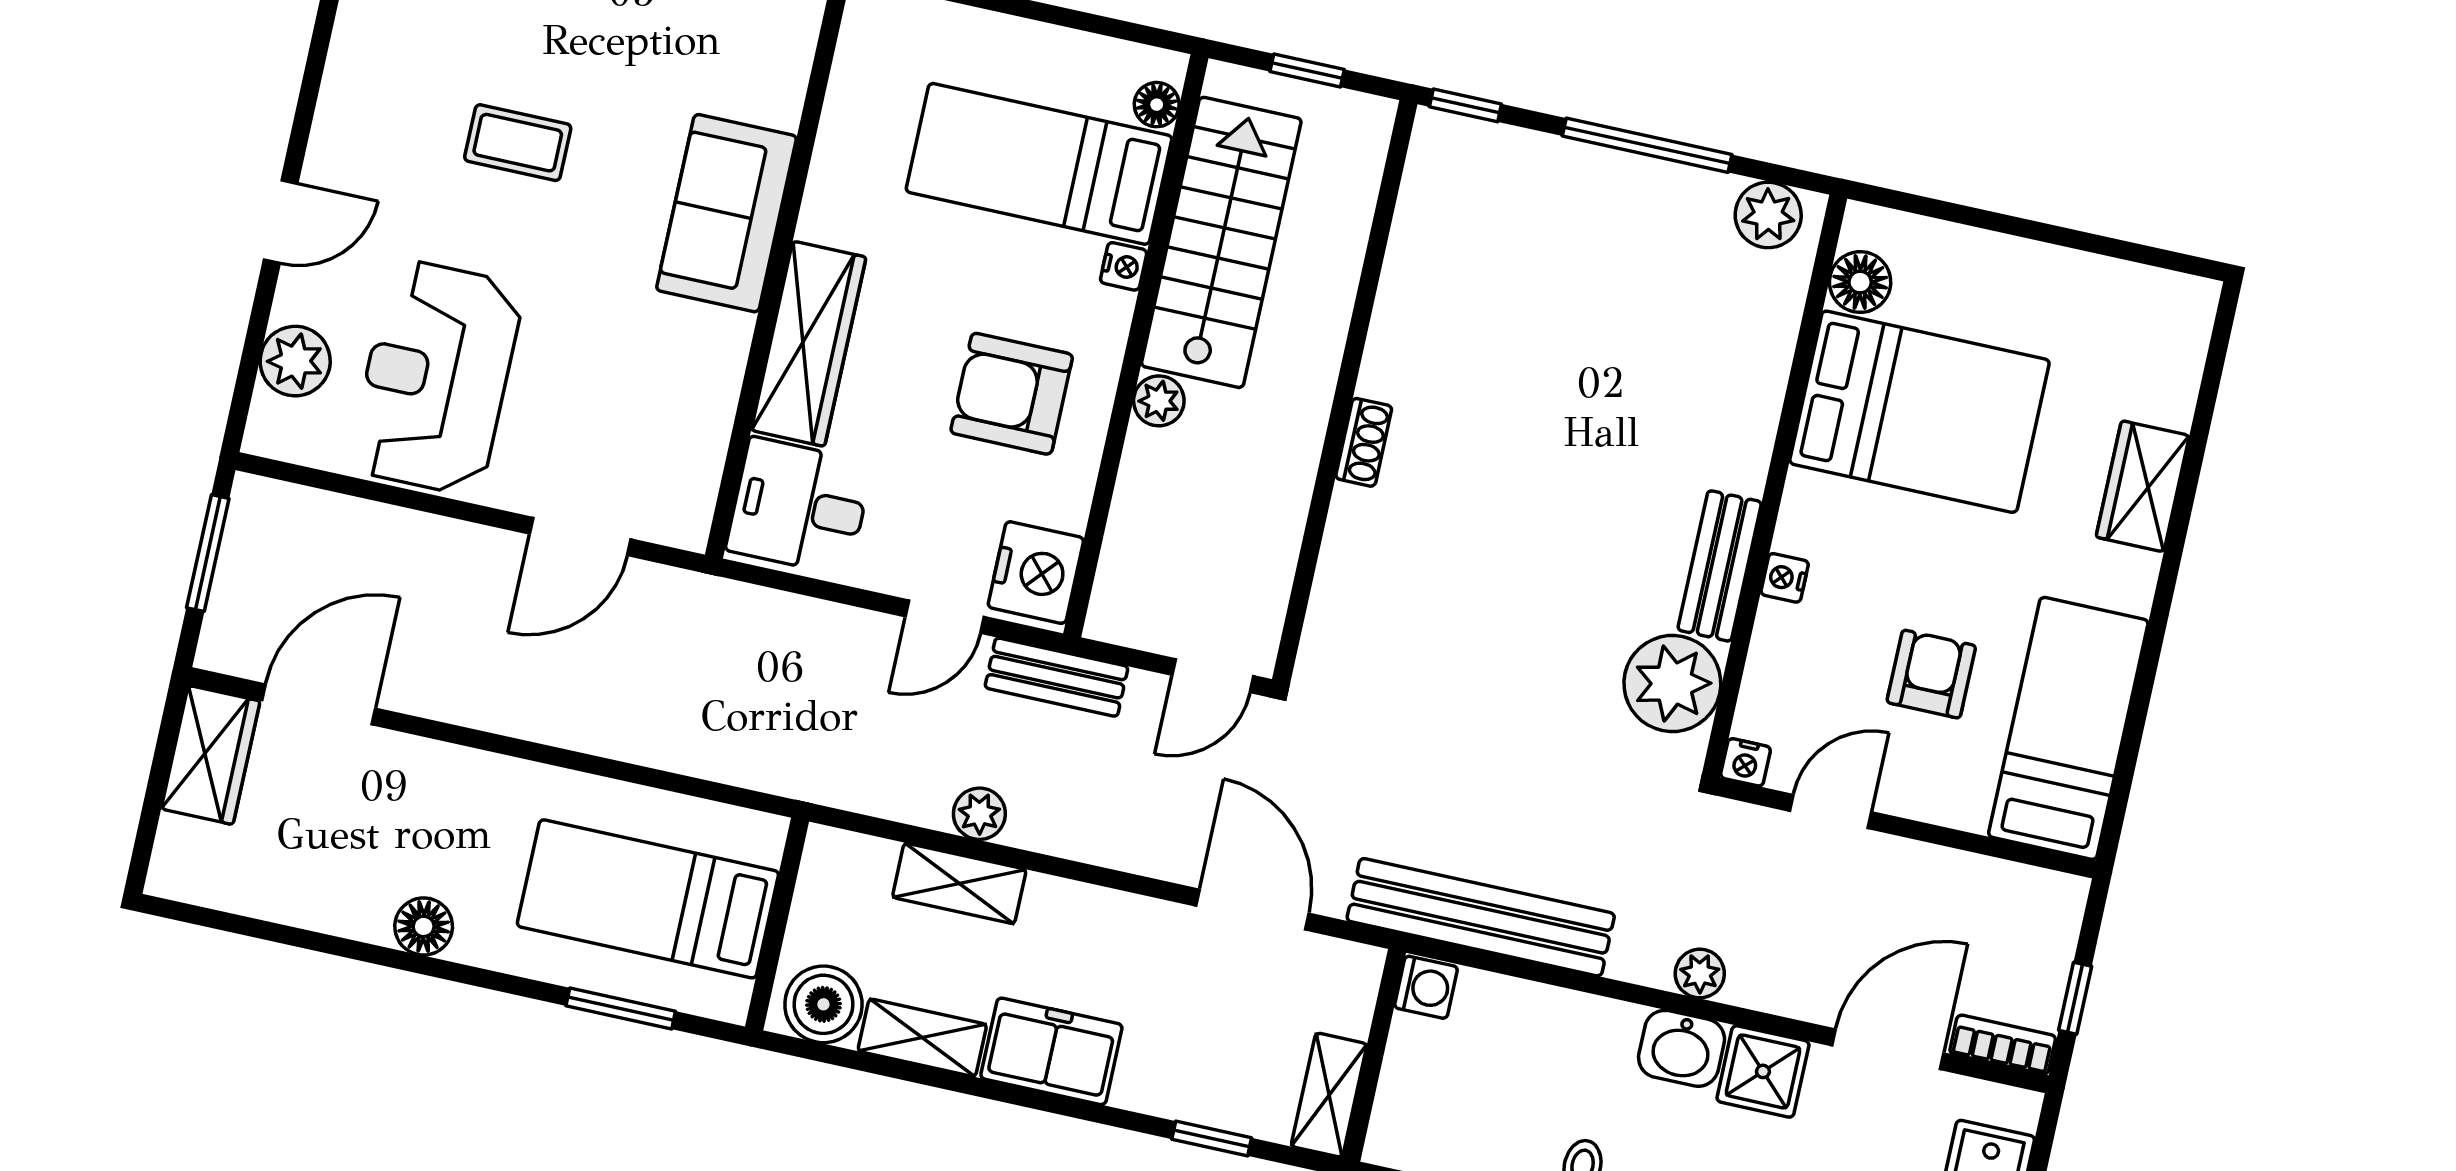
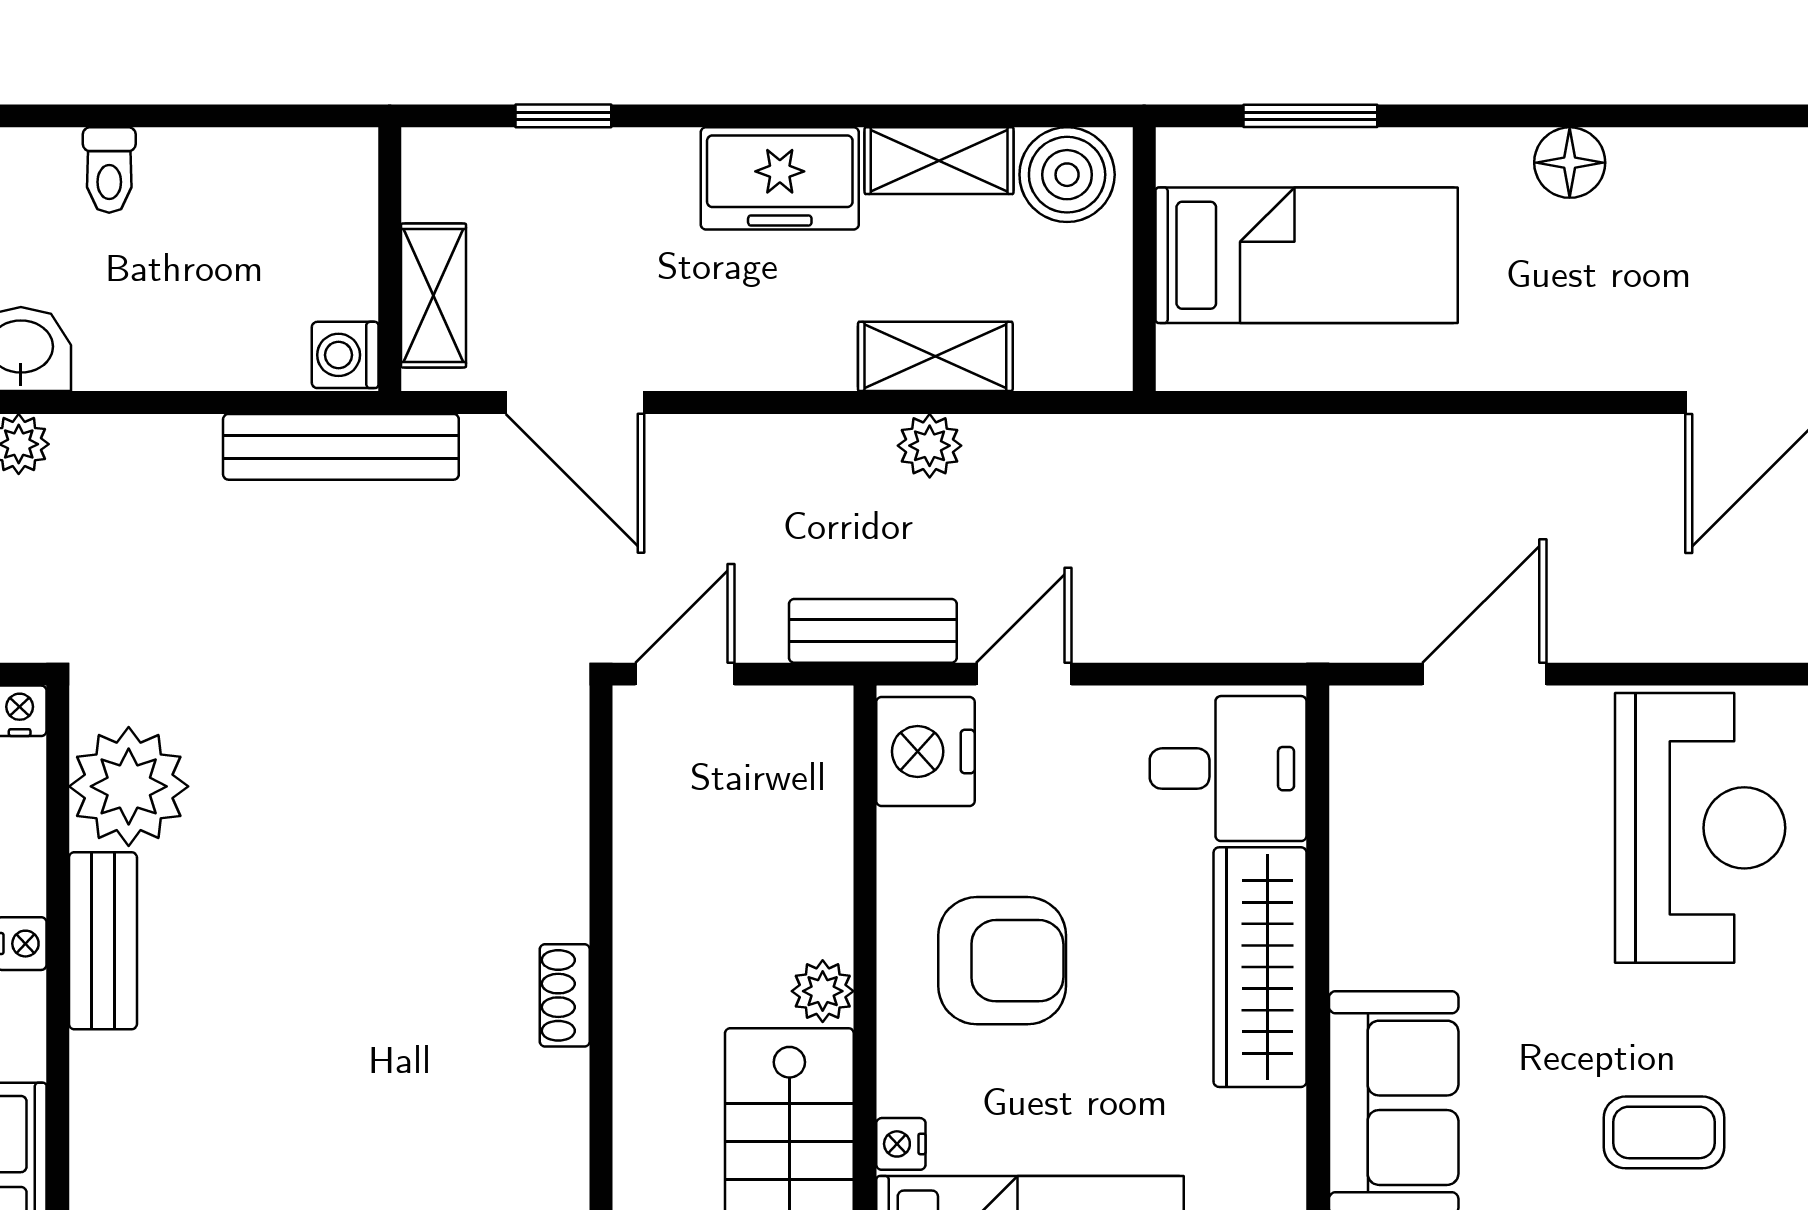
bench: (1481, 917) -> (341, 447), width x0.73, depth x0.82
shelving: (1329, 1095) -> (433, 295), moved

